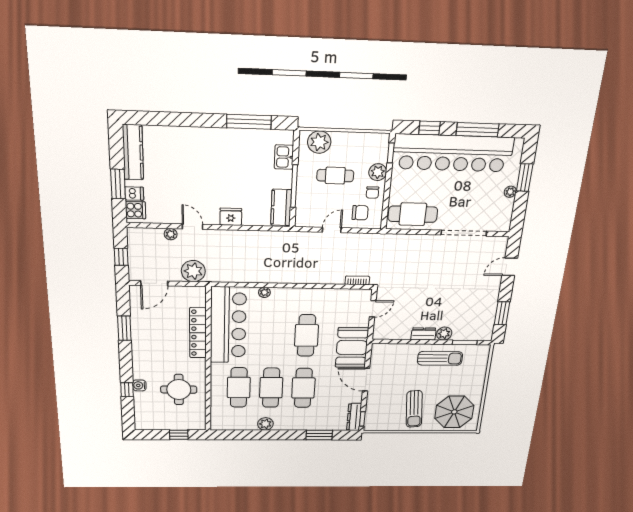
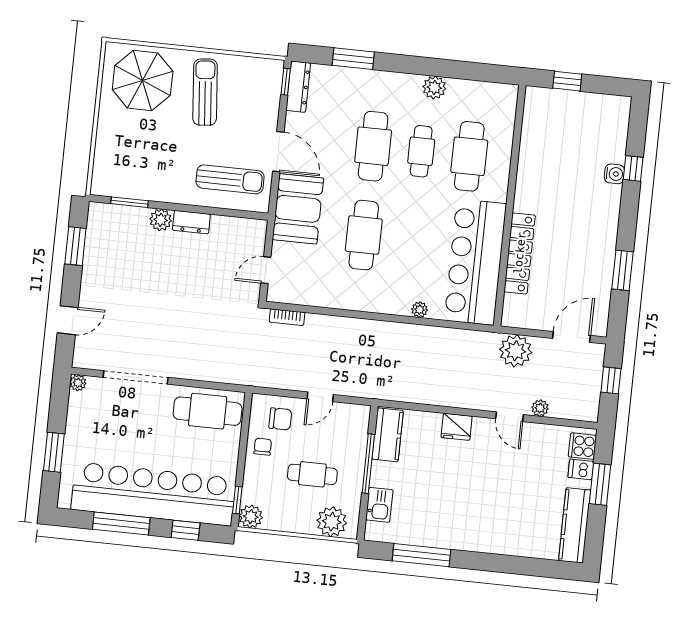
plant: (378, 172) -> (251, 517), moved
plant: (510, 192) -> (78, 383), moved
chair: (360, 213) -> (280, 419), turned 180
sun lounger: (440, 358) -> (230, 179), moved, turned 180
cafe table: (271, 388) -> (421, 151), width x0.73, depth x0.74
round table: (179, 390) -> (558, 161), removed

